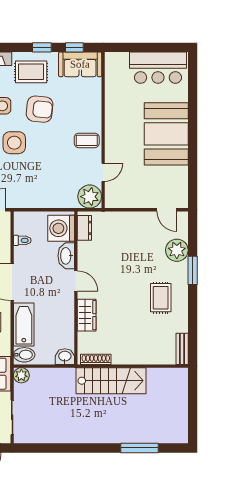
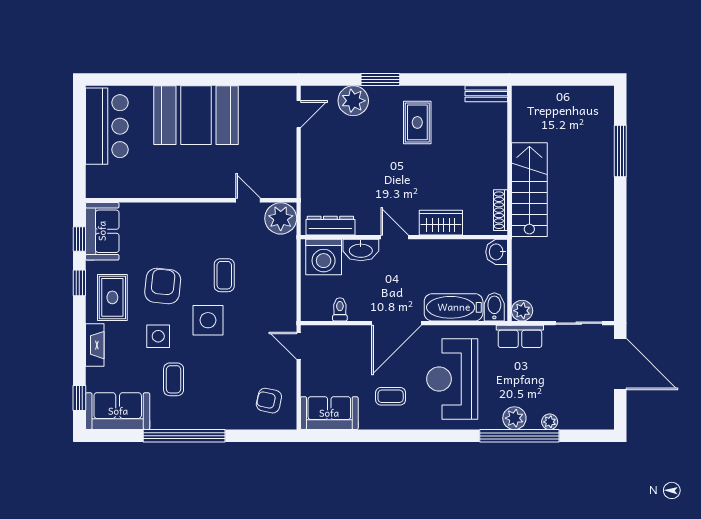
coffee table: (87, 140) -> (224, 275), moved
dresser: (84, 228) -> (330, 226), width x1.44
door: (76, 281) -> (395, 237), hinge flipped
rug: (161, 298) -> (417, 122), turned 90

